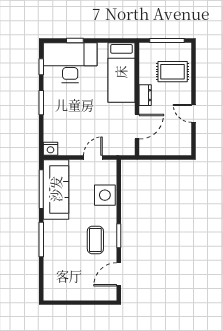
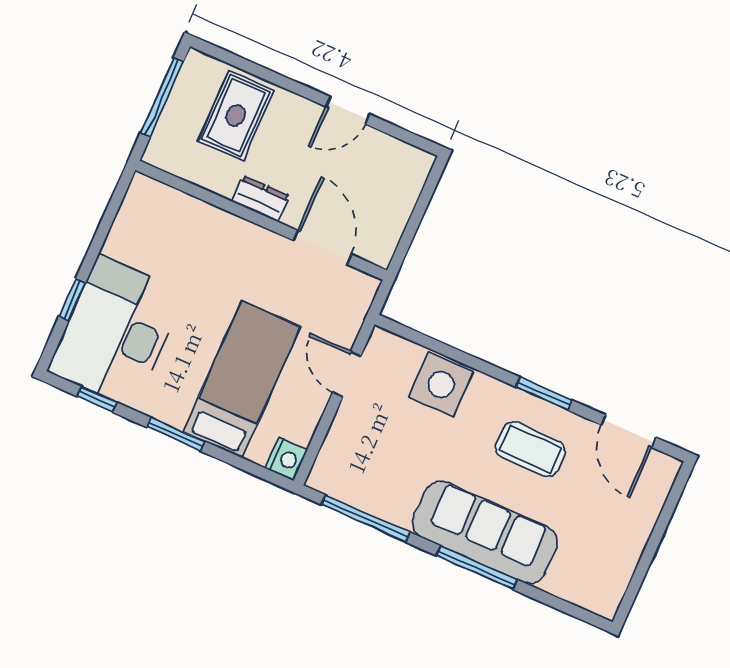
bed: (121, 72) -> (242, 379), moved, turned -90
sofa: (56, 189) -> (485, 532), moved

